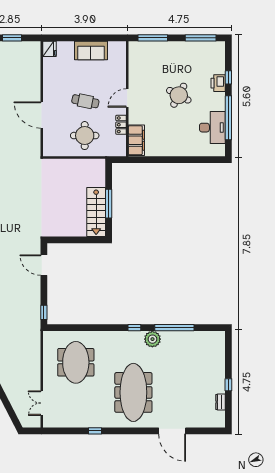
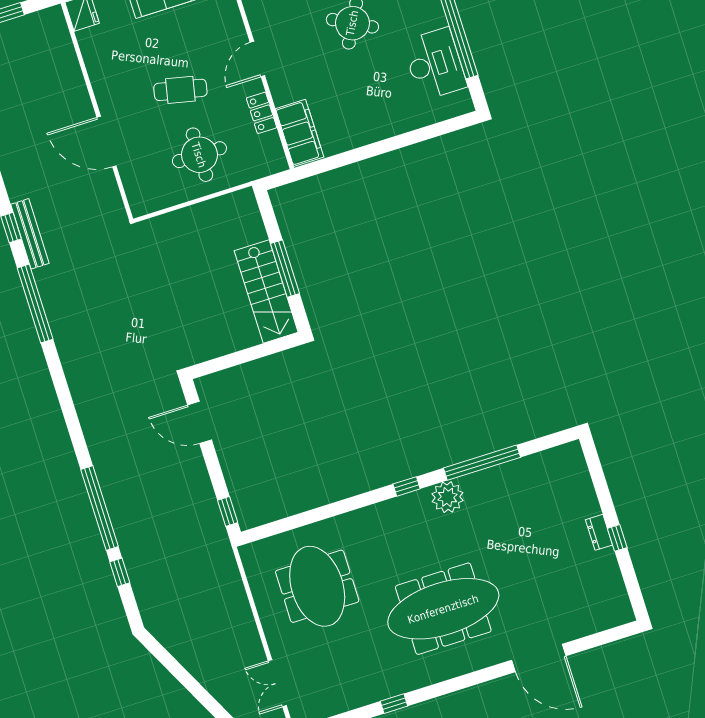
meeting table: (133, 392) -> (443, 609), turned 90
dresser: (220, 402) -> (599, 532), moved

